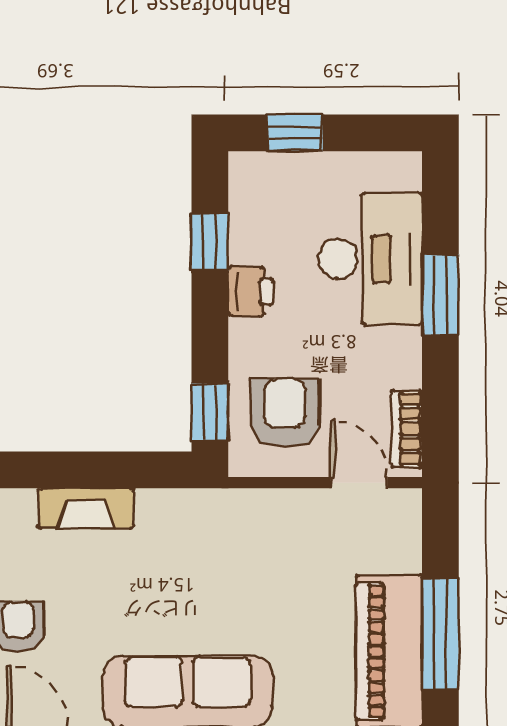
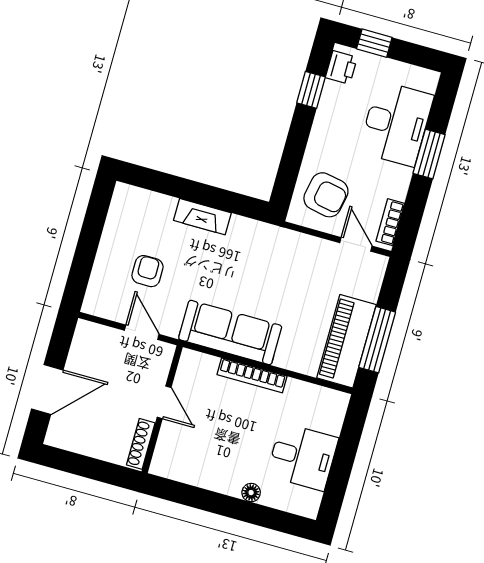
printer: (251, 292) -> (341, 67), moved
window: (210, 412) -> (285, 183), removed
armchair: (285, 413) -> (326, 195), turned 101

